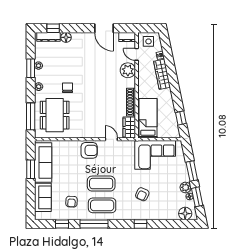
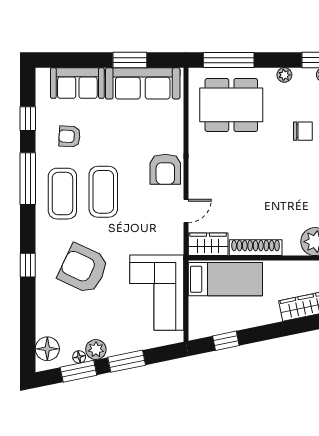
chair: (67, 88) -> (303, 131), moved
armchair: (142, 194) -> (83, 269), width x1.88, depth x1.88

